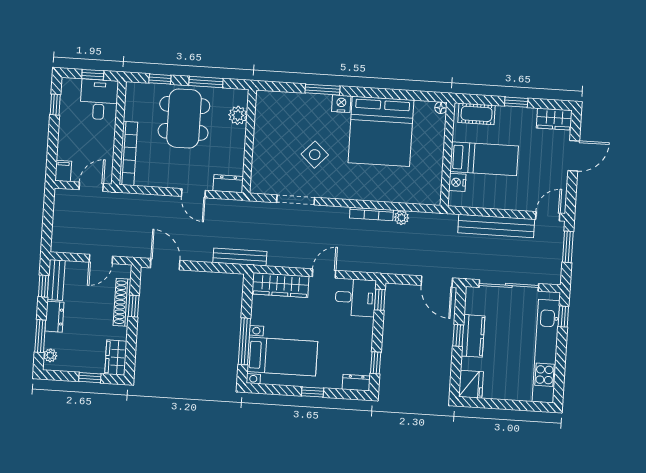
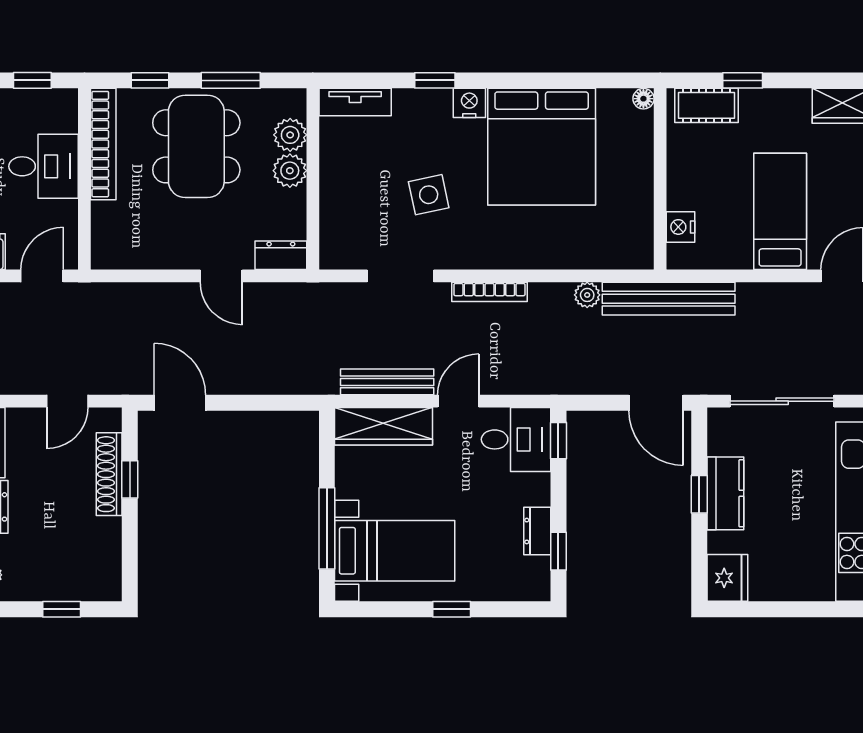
window: (323, 90) -> (435, 80), width x0.67
desk: (99, 99) -> (44, 166), moved, turned 90
tv unit: (276, 99) -> (355, 102), added
window: (516, 102) -> (743, 80), moved
plant: (236, 136) -> (290, 171), added
bookcase: (128, 154) -> (103, 144), moved
side table: (315, 155) -> (429, 195), turned 35
bed: (484, 159) -> (780, 211), moved, turned -90
bookcase: (371, 214) -> (489, 292), moved
bench: (496, 226) -> (669, 299), moved
bench: (240, 257) -> (387, 382), moved
wardrobe: (116, 358) -> (104, 571), removed
dresser: (356, 383) -> (537, 531), moved, turned -90

